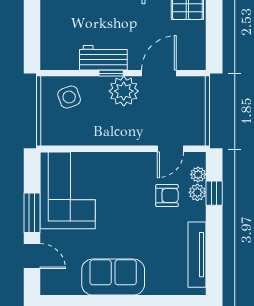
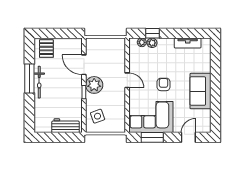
workbench: (103, 58) -> (66, 126), moved, turned 90
door: (170, 149) -> (127, 80), moved
armchair: (167, 196) -> (164, 84), moved
window: (32, 213) -> (152, 137), moved
tv unit: (197, 255) -> (188, 43), width x0.71

